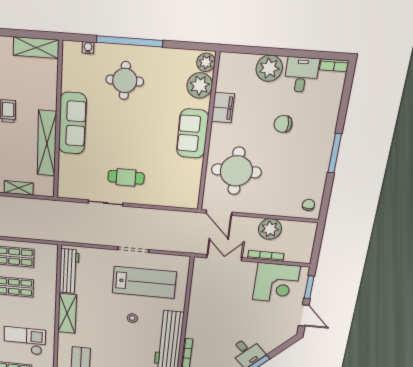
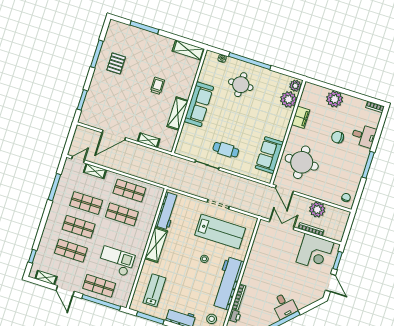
desk: (301, 75) -> (364, 136), moved, turned 90
sofa: (192, 134) -> (269, 155), moved
shelving: (47, 143) -> (178, 114), width x0.68

